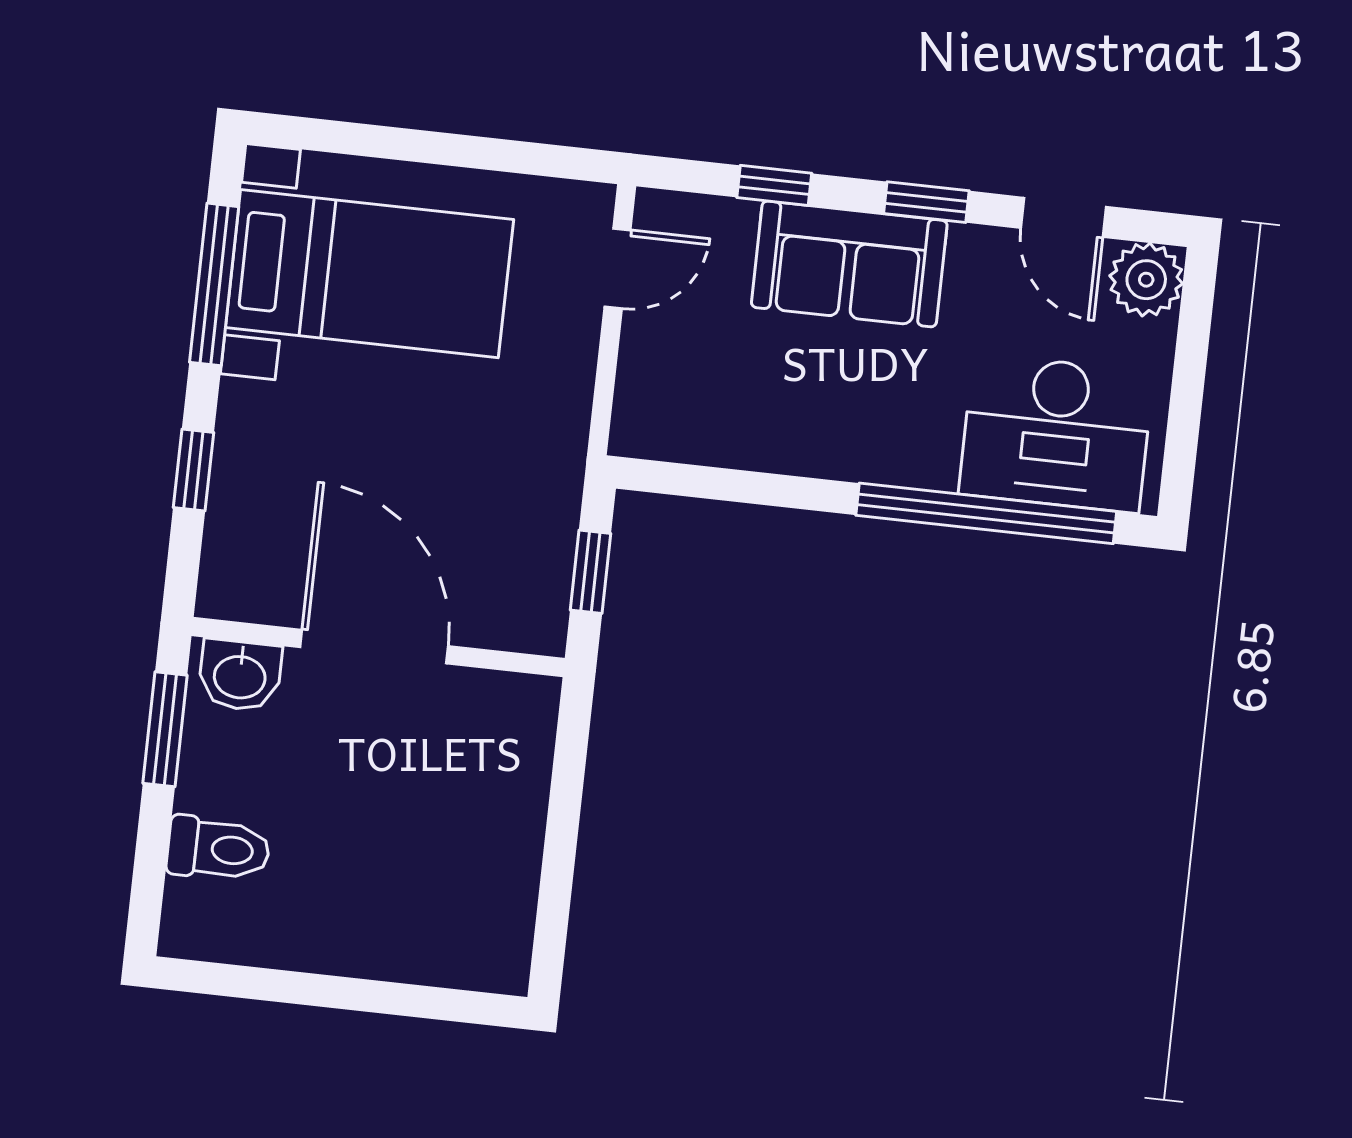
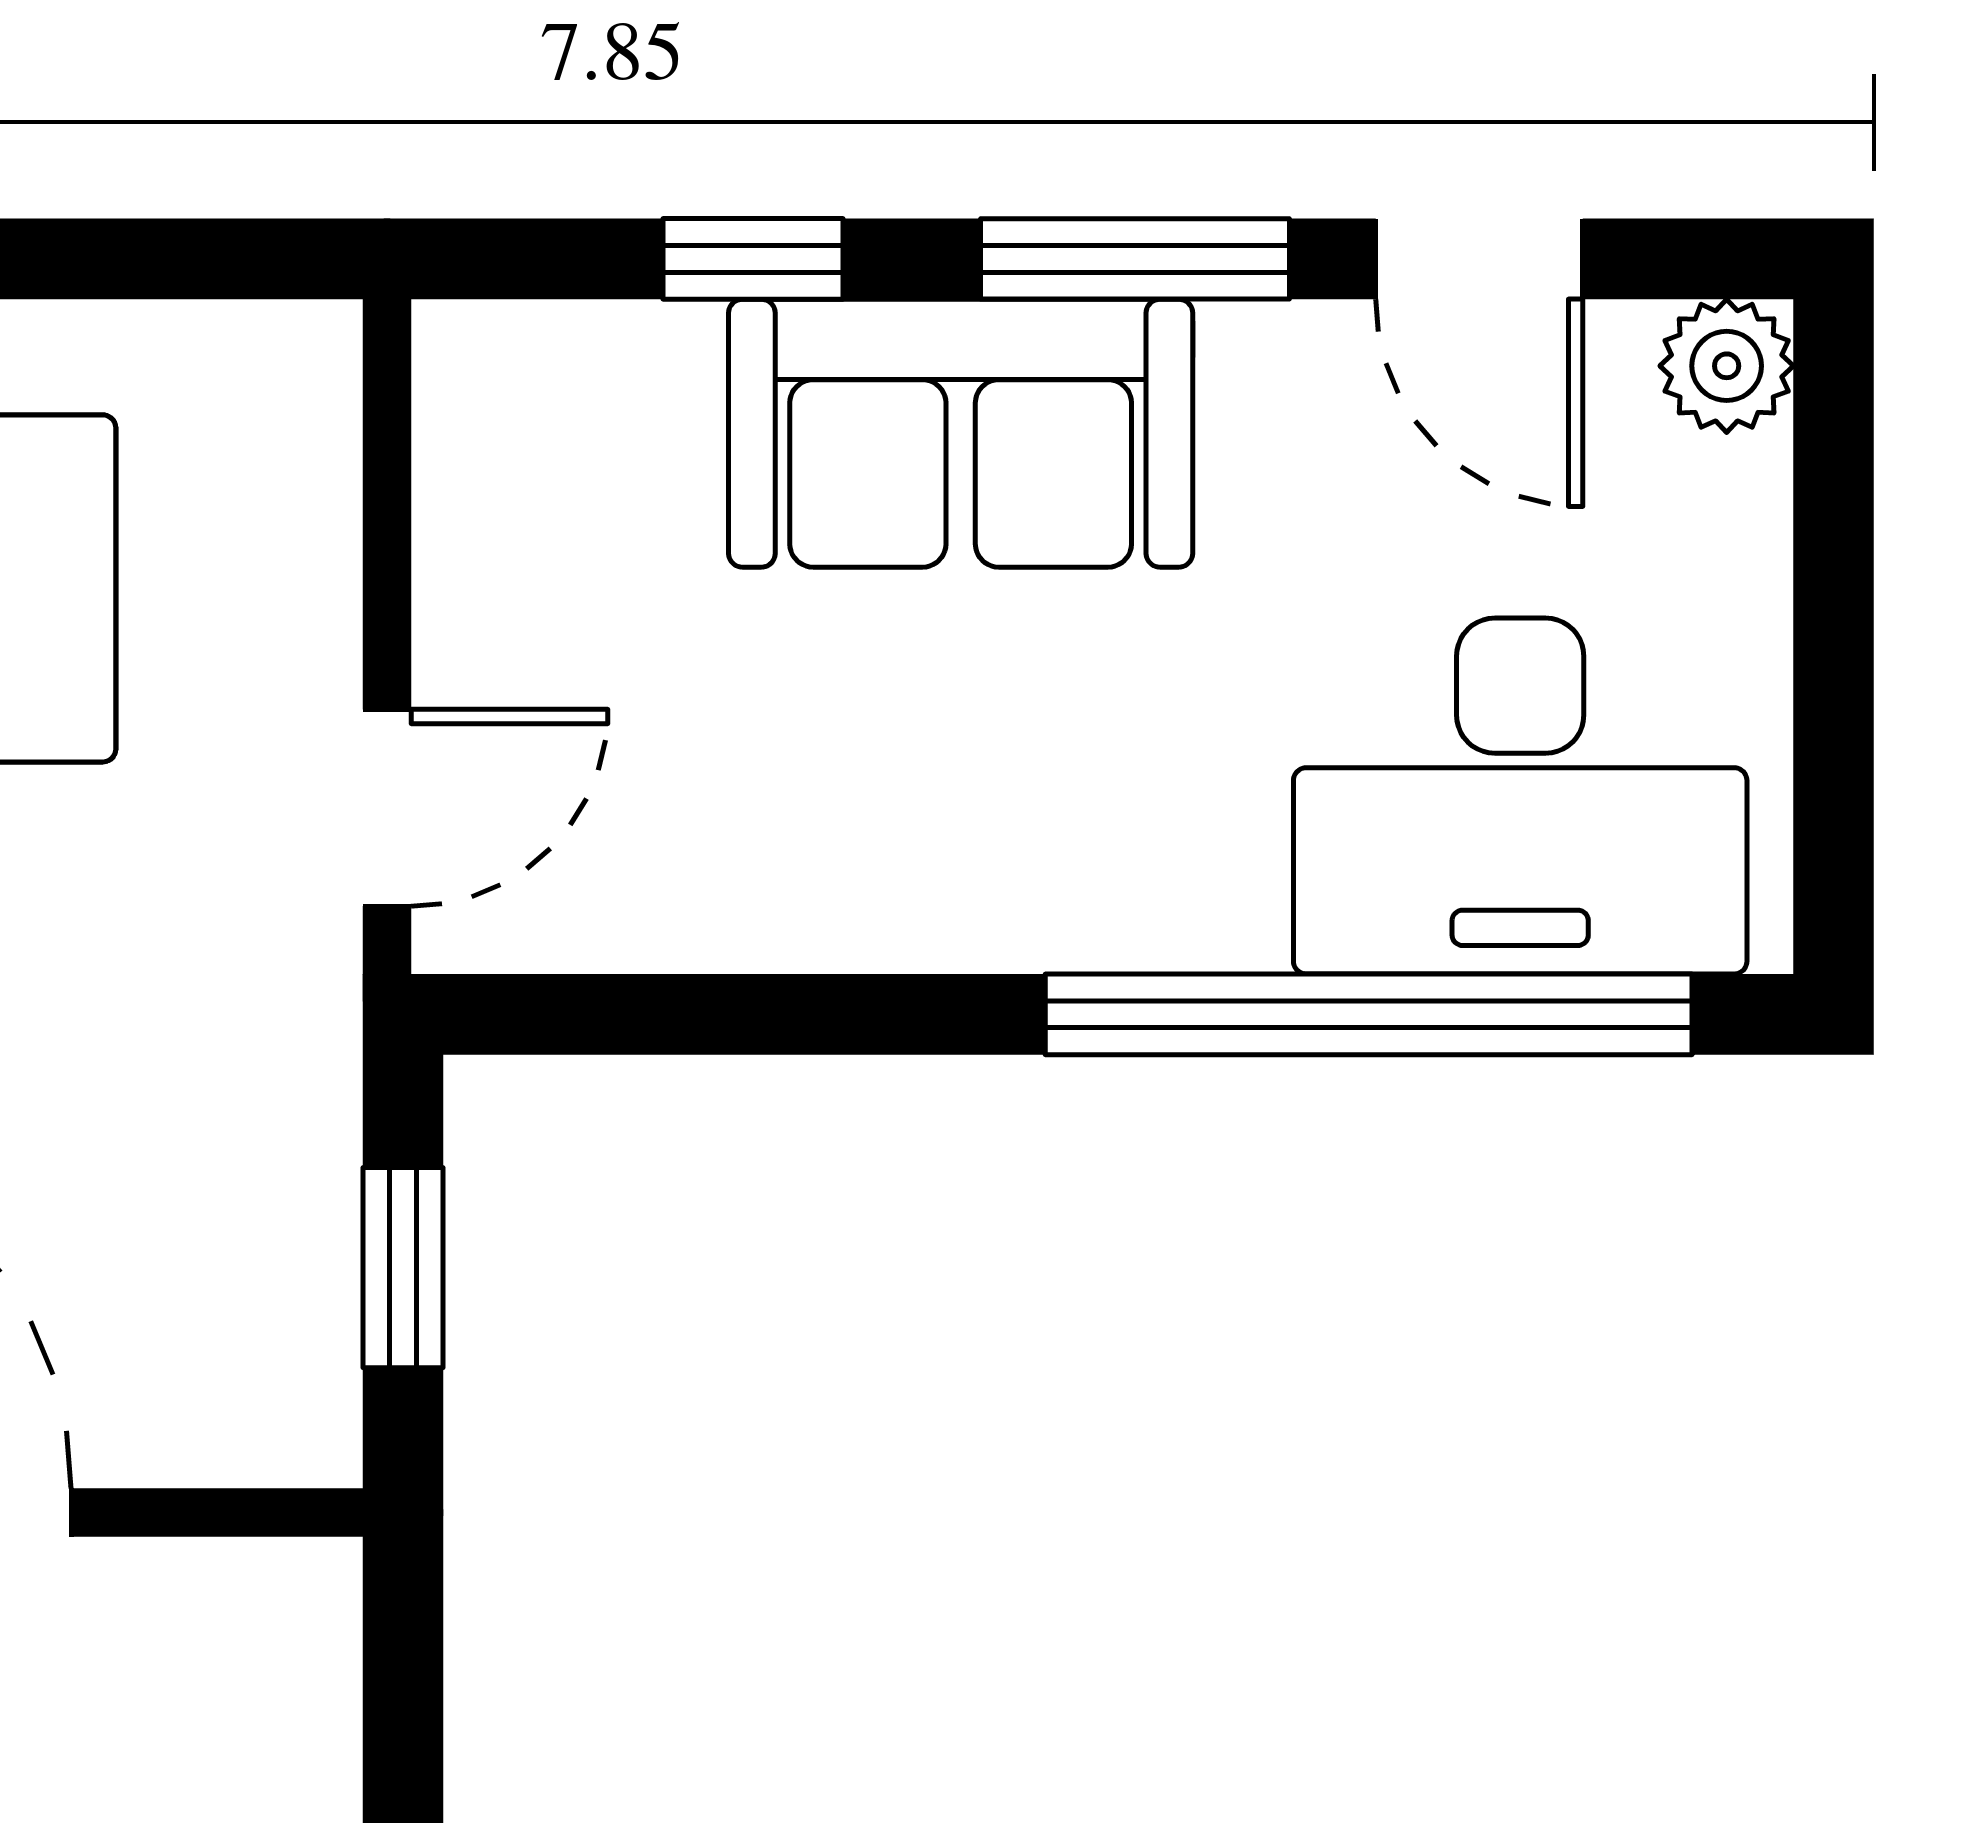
window: (926, 202) -> (1135, 259), width x1.50
door: (618, 268) -> (387, 808), moved
plant: (1146, 280) -> (1727, 366), width x0.73, depth x0.73

